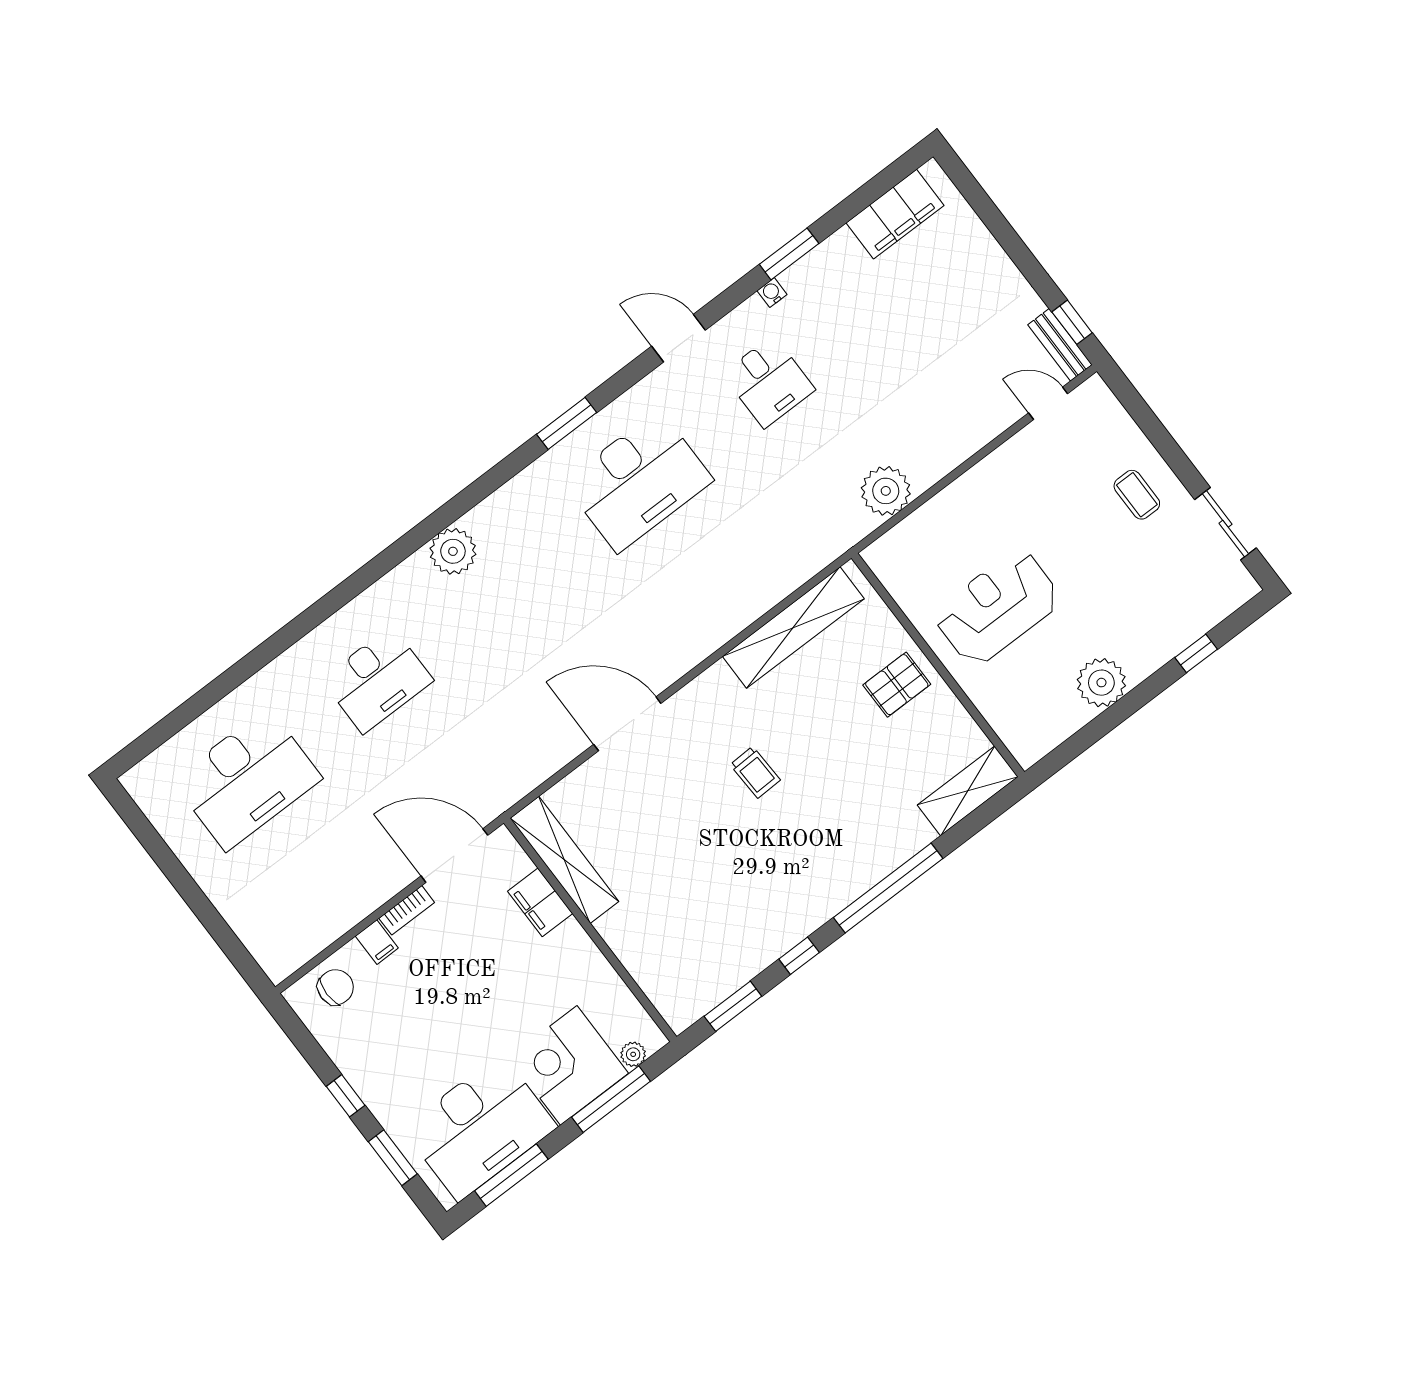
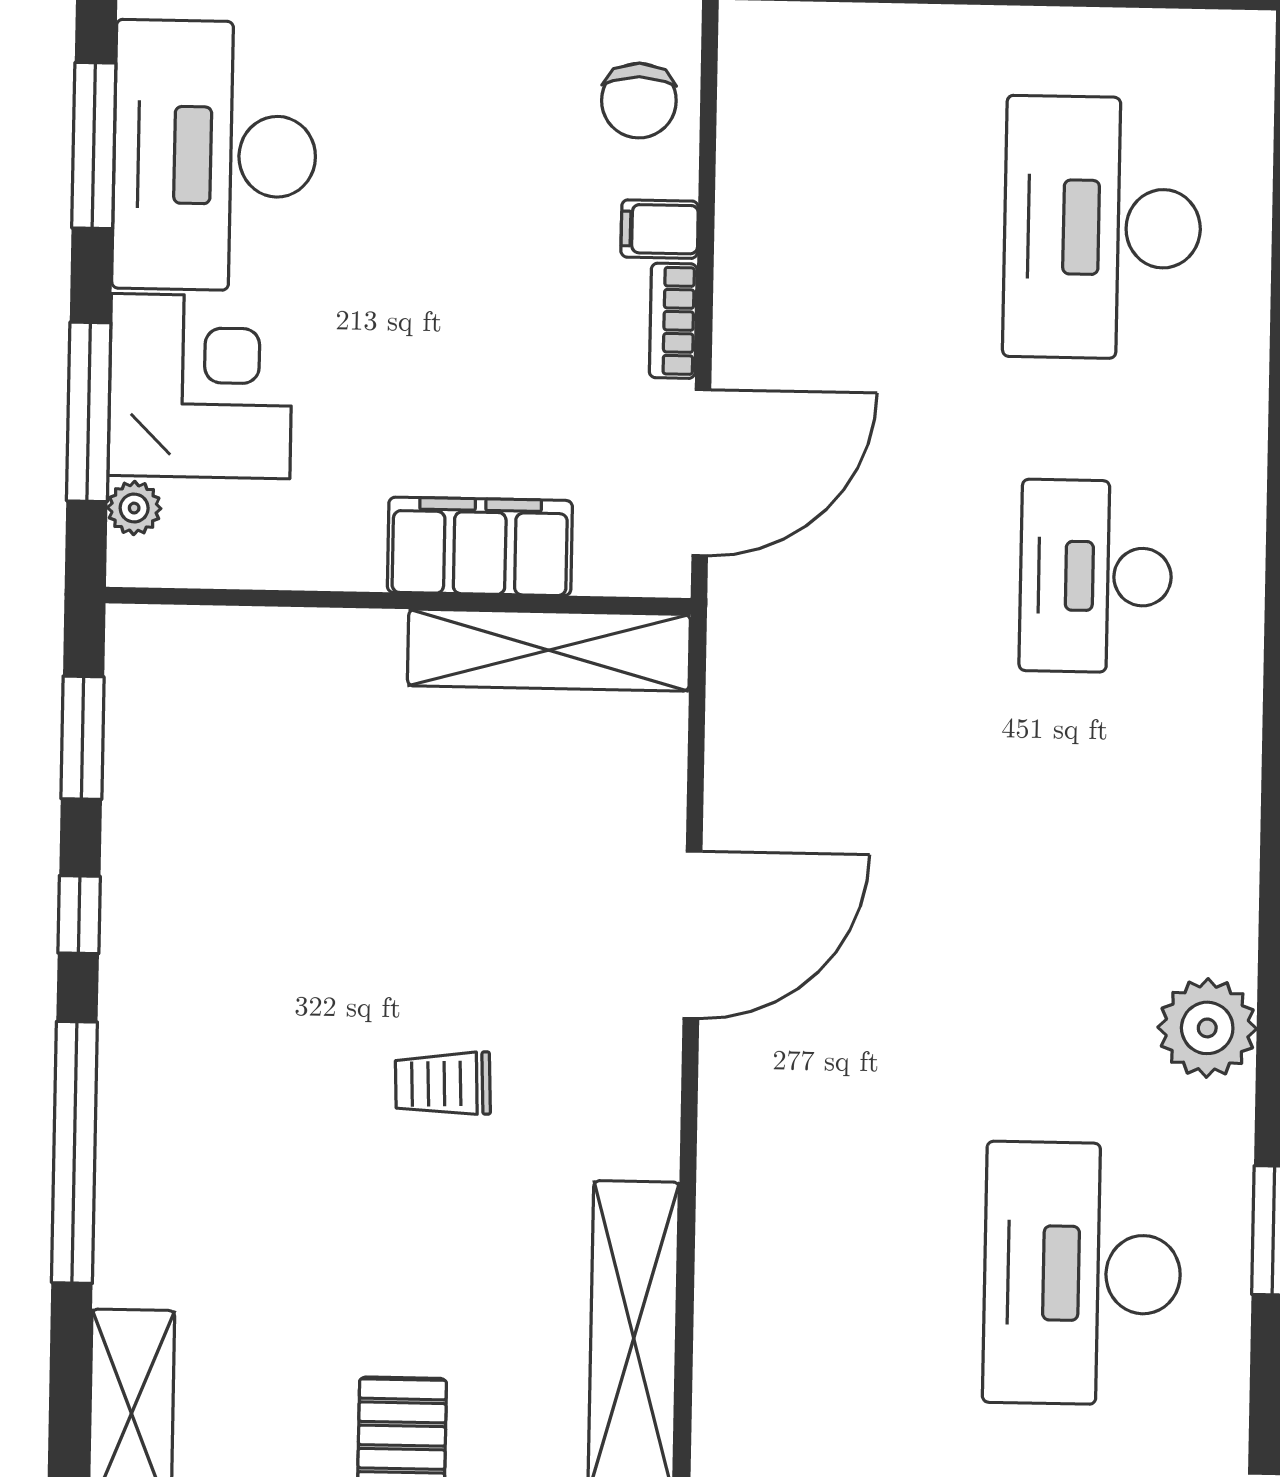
plant: (453, 551) -> (1207, 1028), moved
filing cabinet: (540, 902) -> (480, 546), width x1.50, depth x1.17

